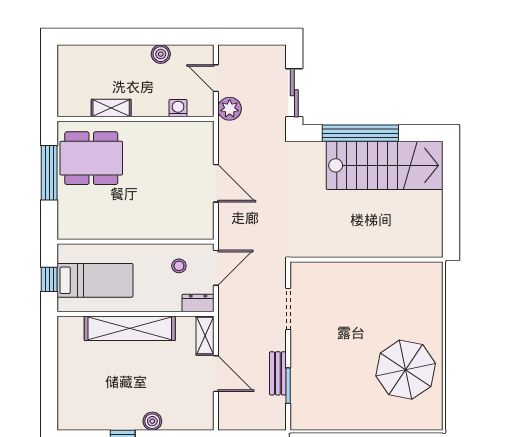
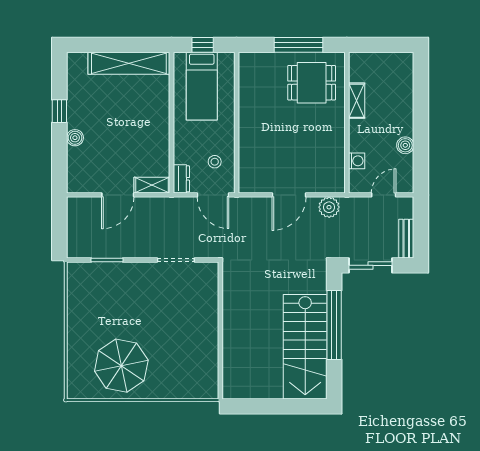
plant: (230, 109) -> (329, 207), moved
dining table: (91, 158) -> (312, 83), width x0.73
shelving: (130, 328) -> (129, 63), moved, turned 90
bench: (278, 373) -> (406, 239), moved, turned 90

